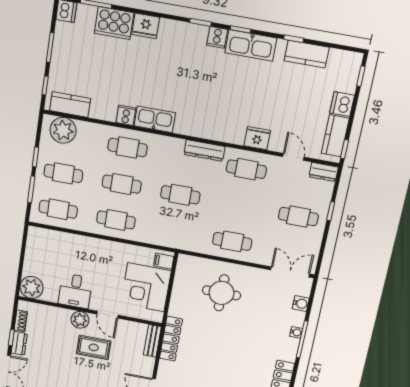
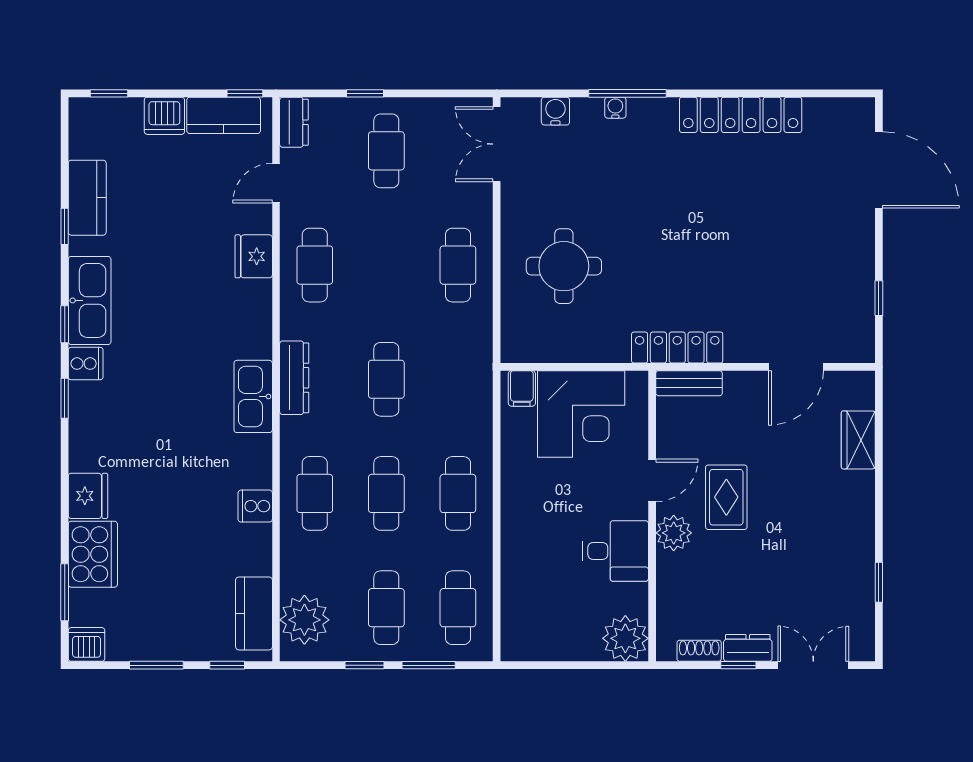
kitchen sink: (155, 119) -> (253, 396), moved
dresser: (204, 151) -> (294, 378), moved

